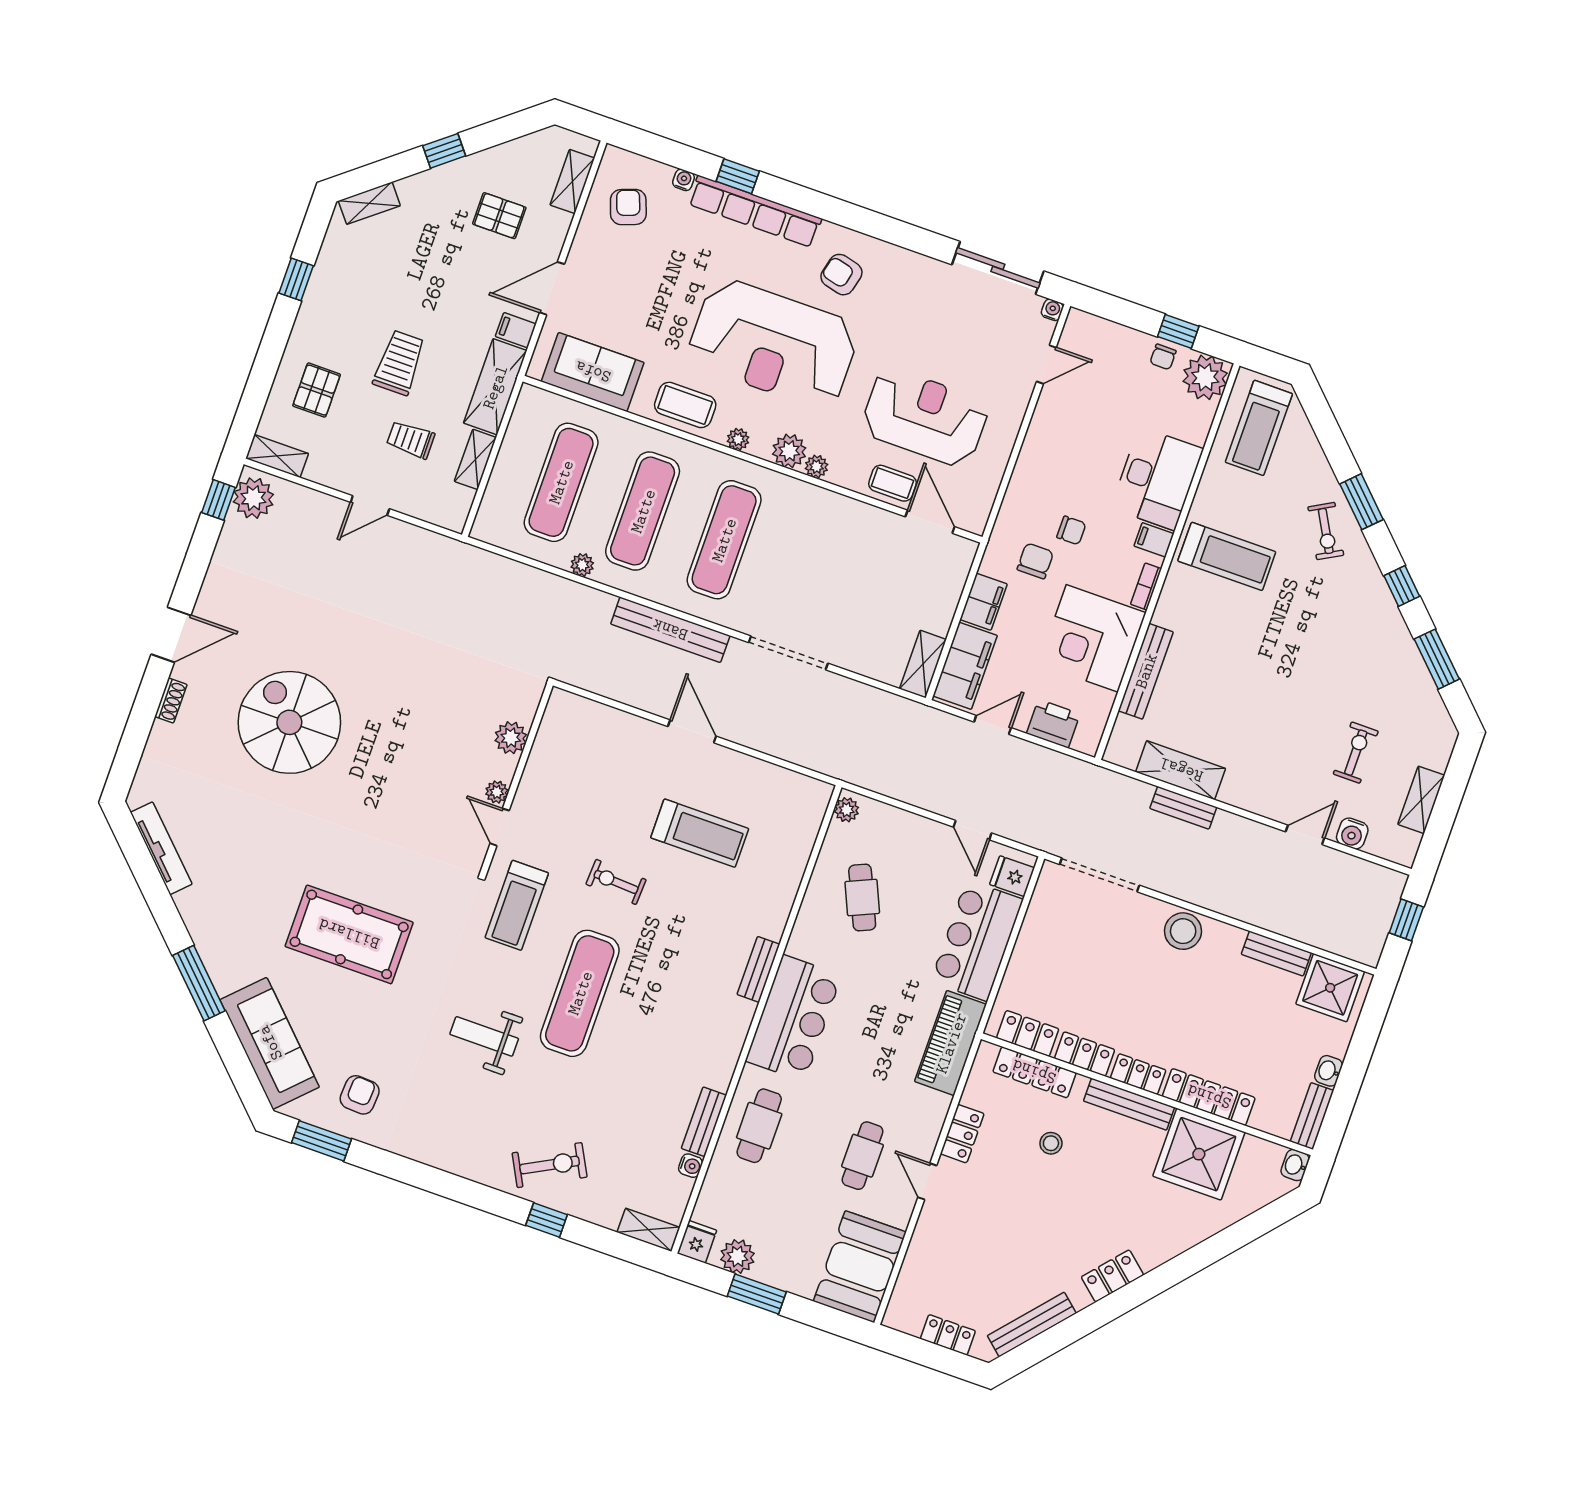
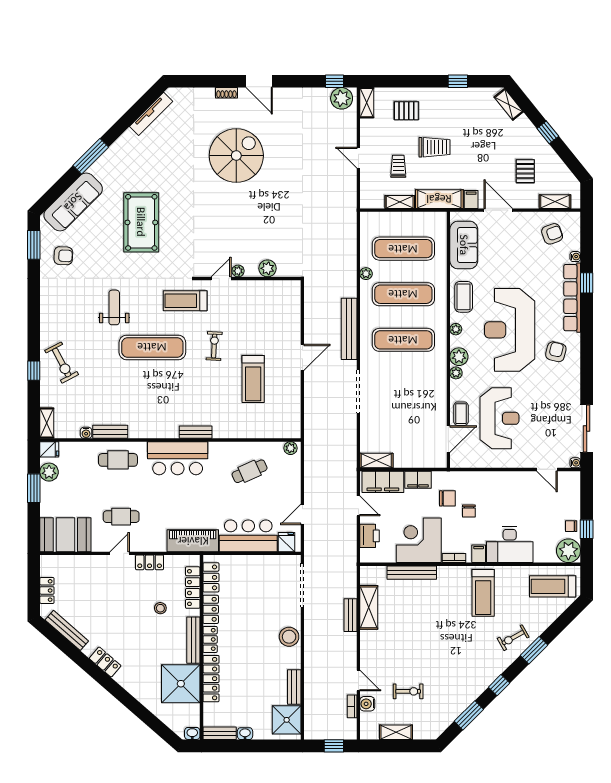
bookcase: (1347, 862) -> (352, 706), added

